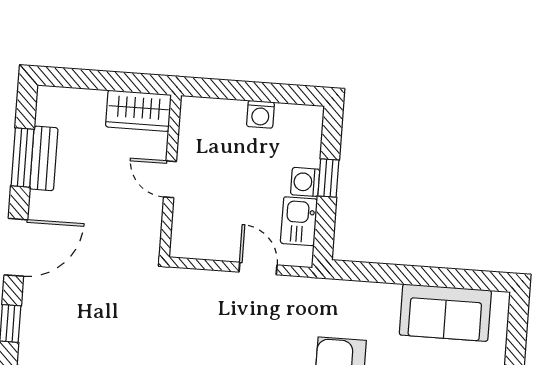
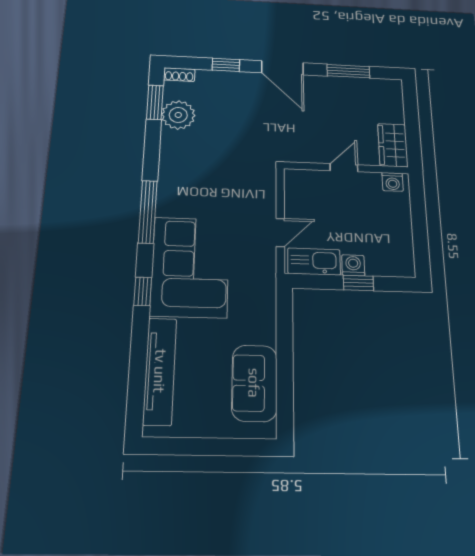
washing machine: (260, 114) -> (393, 182), moved, turned -90
bench: (44, 158) -> (349, 84), removed
kitchen sink: (299, 221) -> (314, 262), width x1.38

